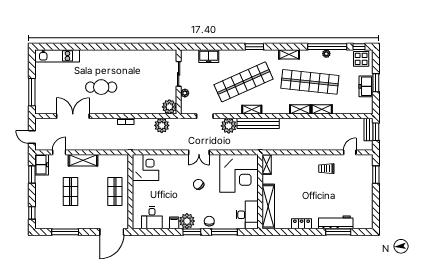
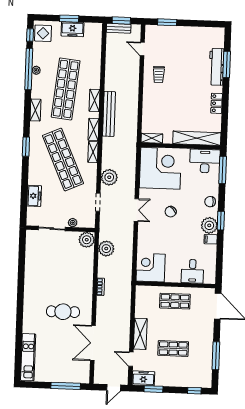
cafe table: (101, 87) -> (63, 312), turned 90
shelving: (322, 109) -> (94, 129), moved
bench: (258, 123) -> (109, 114), moved
desk: (152, 218) -> (192, 271), moved, turned 90
window: (224, 232) -> (223, 170), moved

